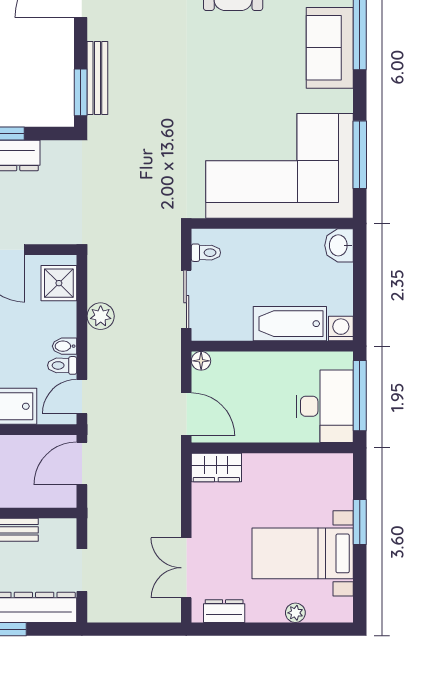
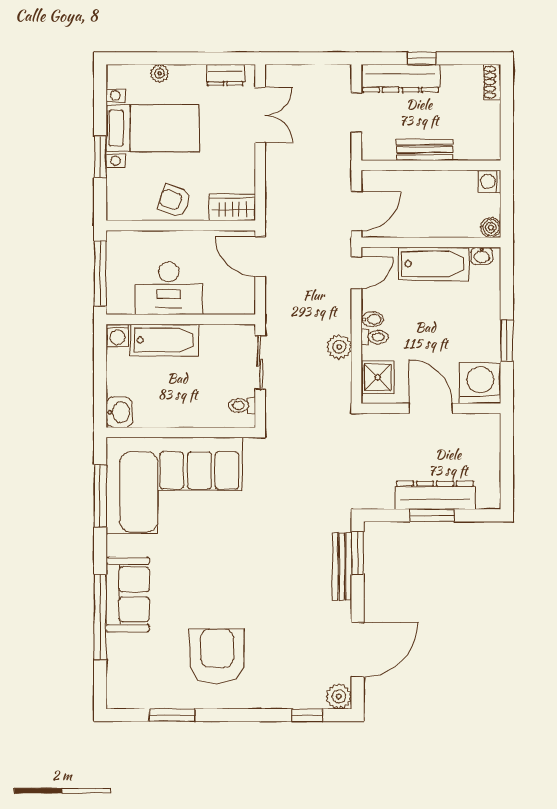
floor lamp: (201, 361) -> (247, 306), removed
toilet: (62, 365) -> (375, 337), moved
desk: (325, 406) -> (169, 288), moved, turned -90
armchair: (279, 475) -> (174, 201), added

